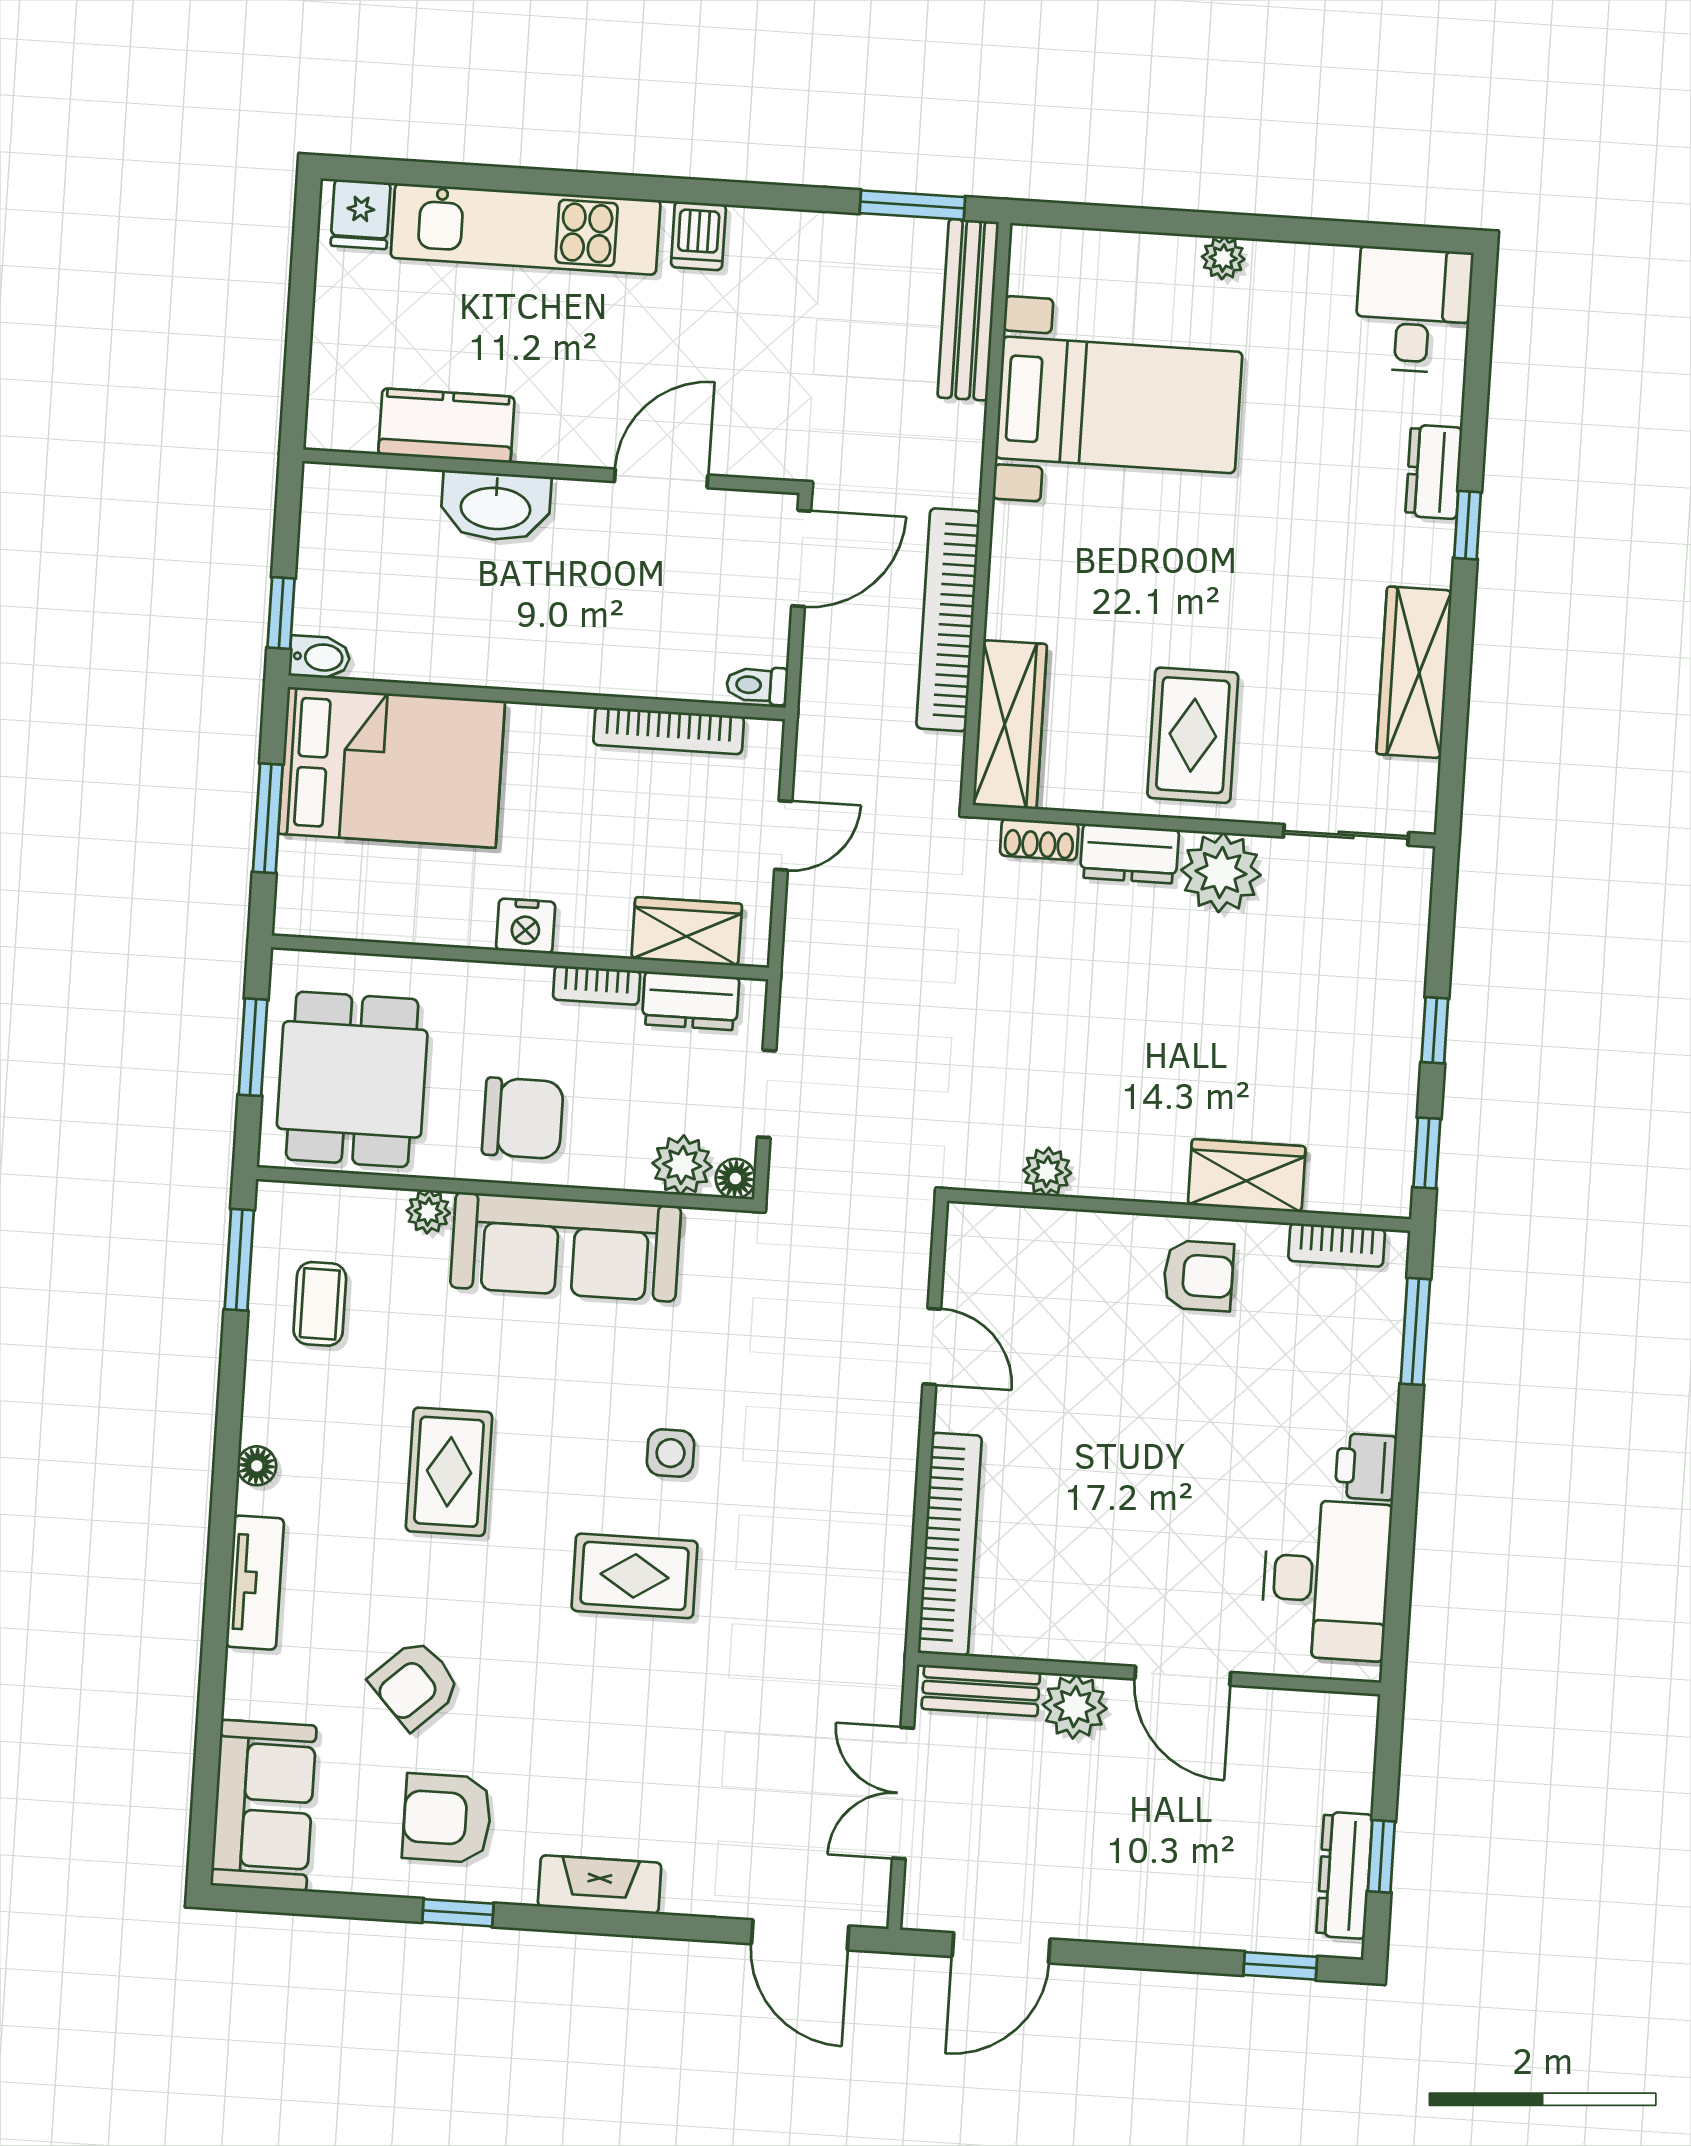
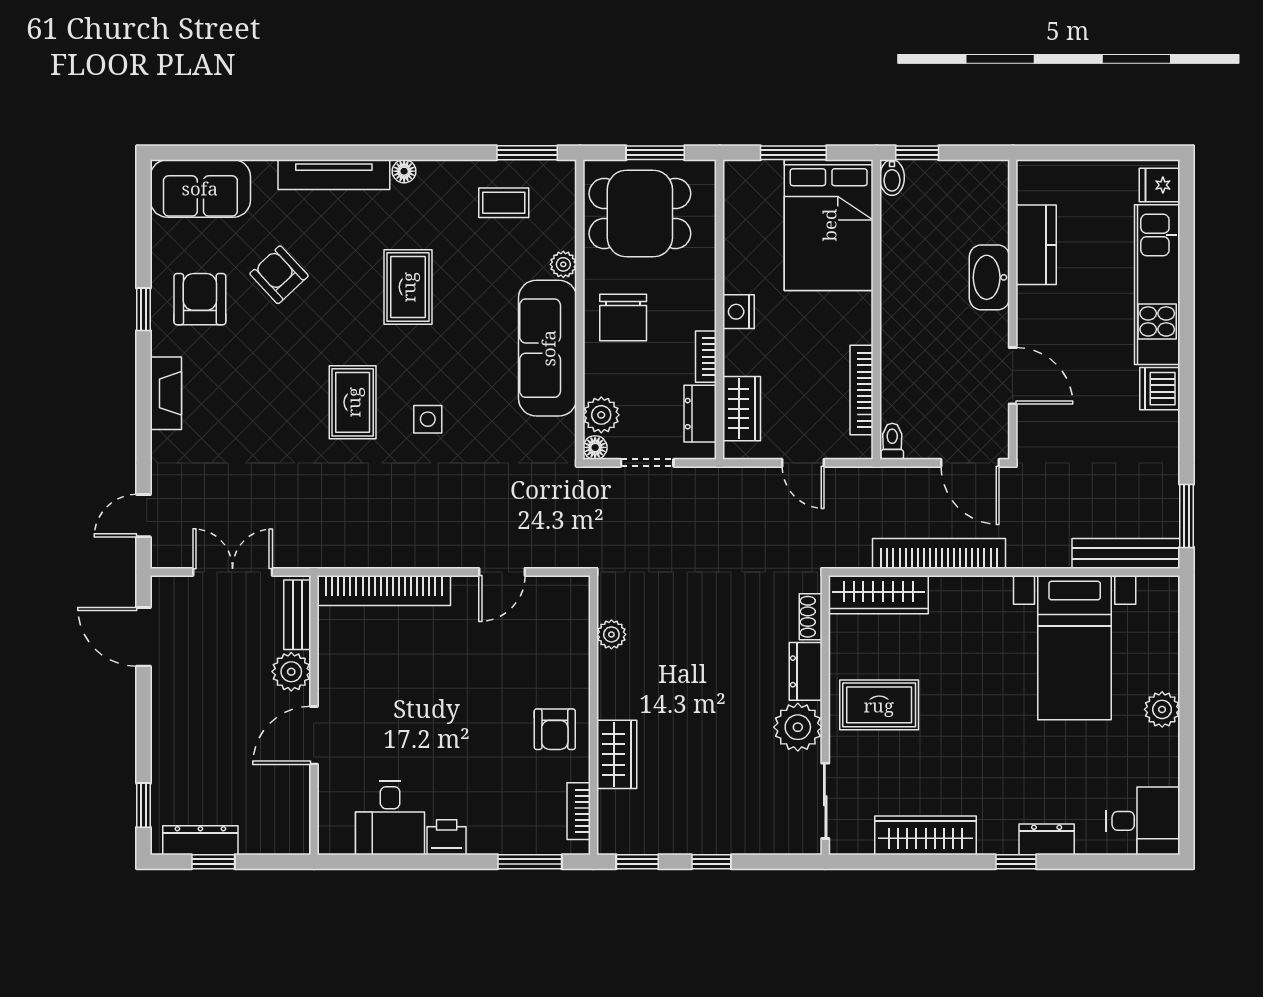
dishwasher: (698, 236) -> (1160, 389), width x1.38
plant: (1223, 258) -> (1162, 709), width x1.38, depth x1.38
rug: (449, 1472) -> (408, 287), turned 90
desk: (1326, 1580) -> (390, 818), width x0.73
tv unit: (255, 1583) -> (334, 175), width x1.41
door: (800, 1935) -> (144, 516), width x0.73

